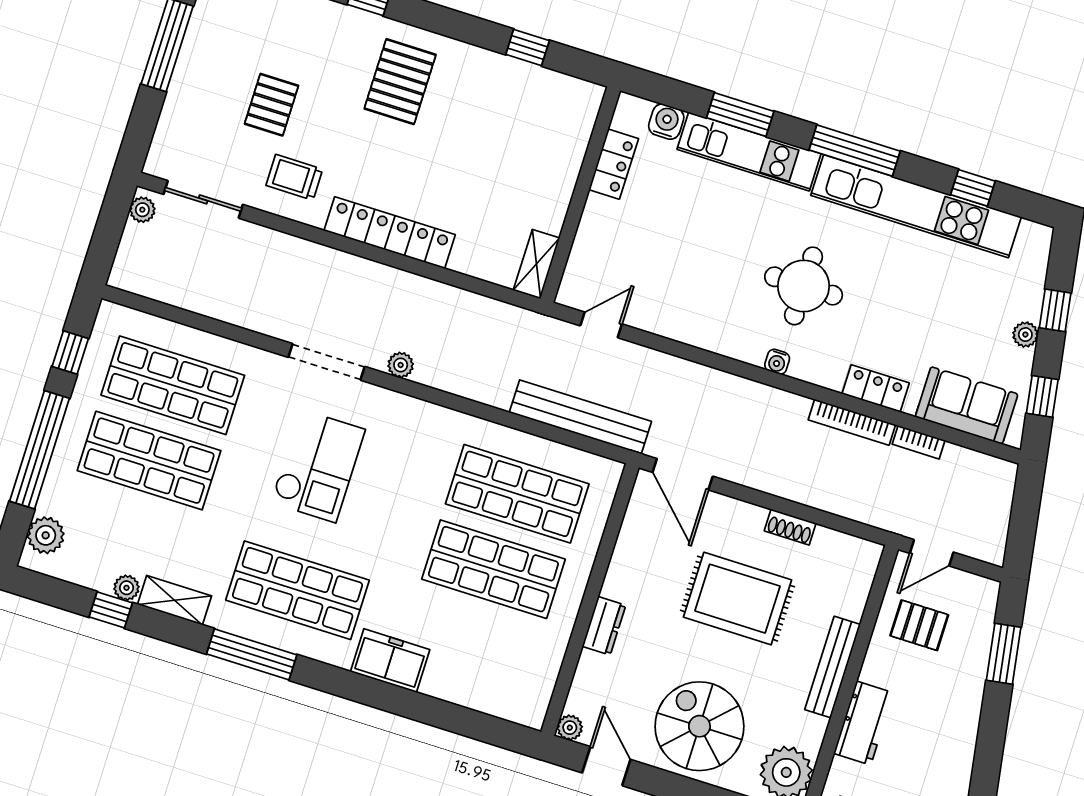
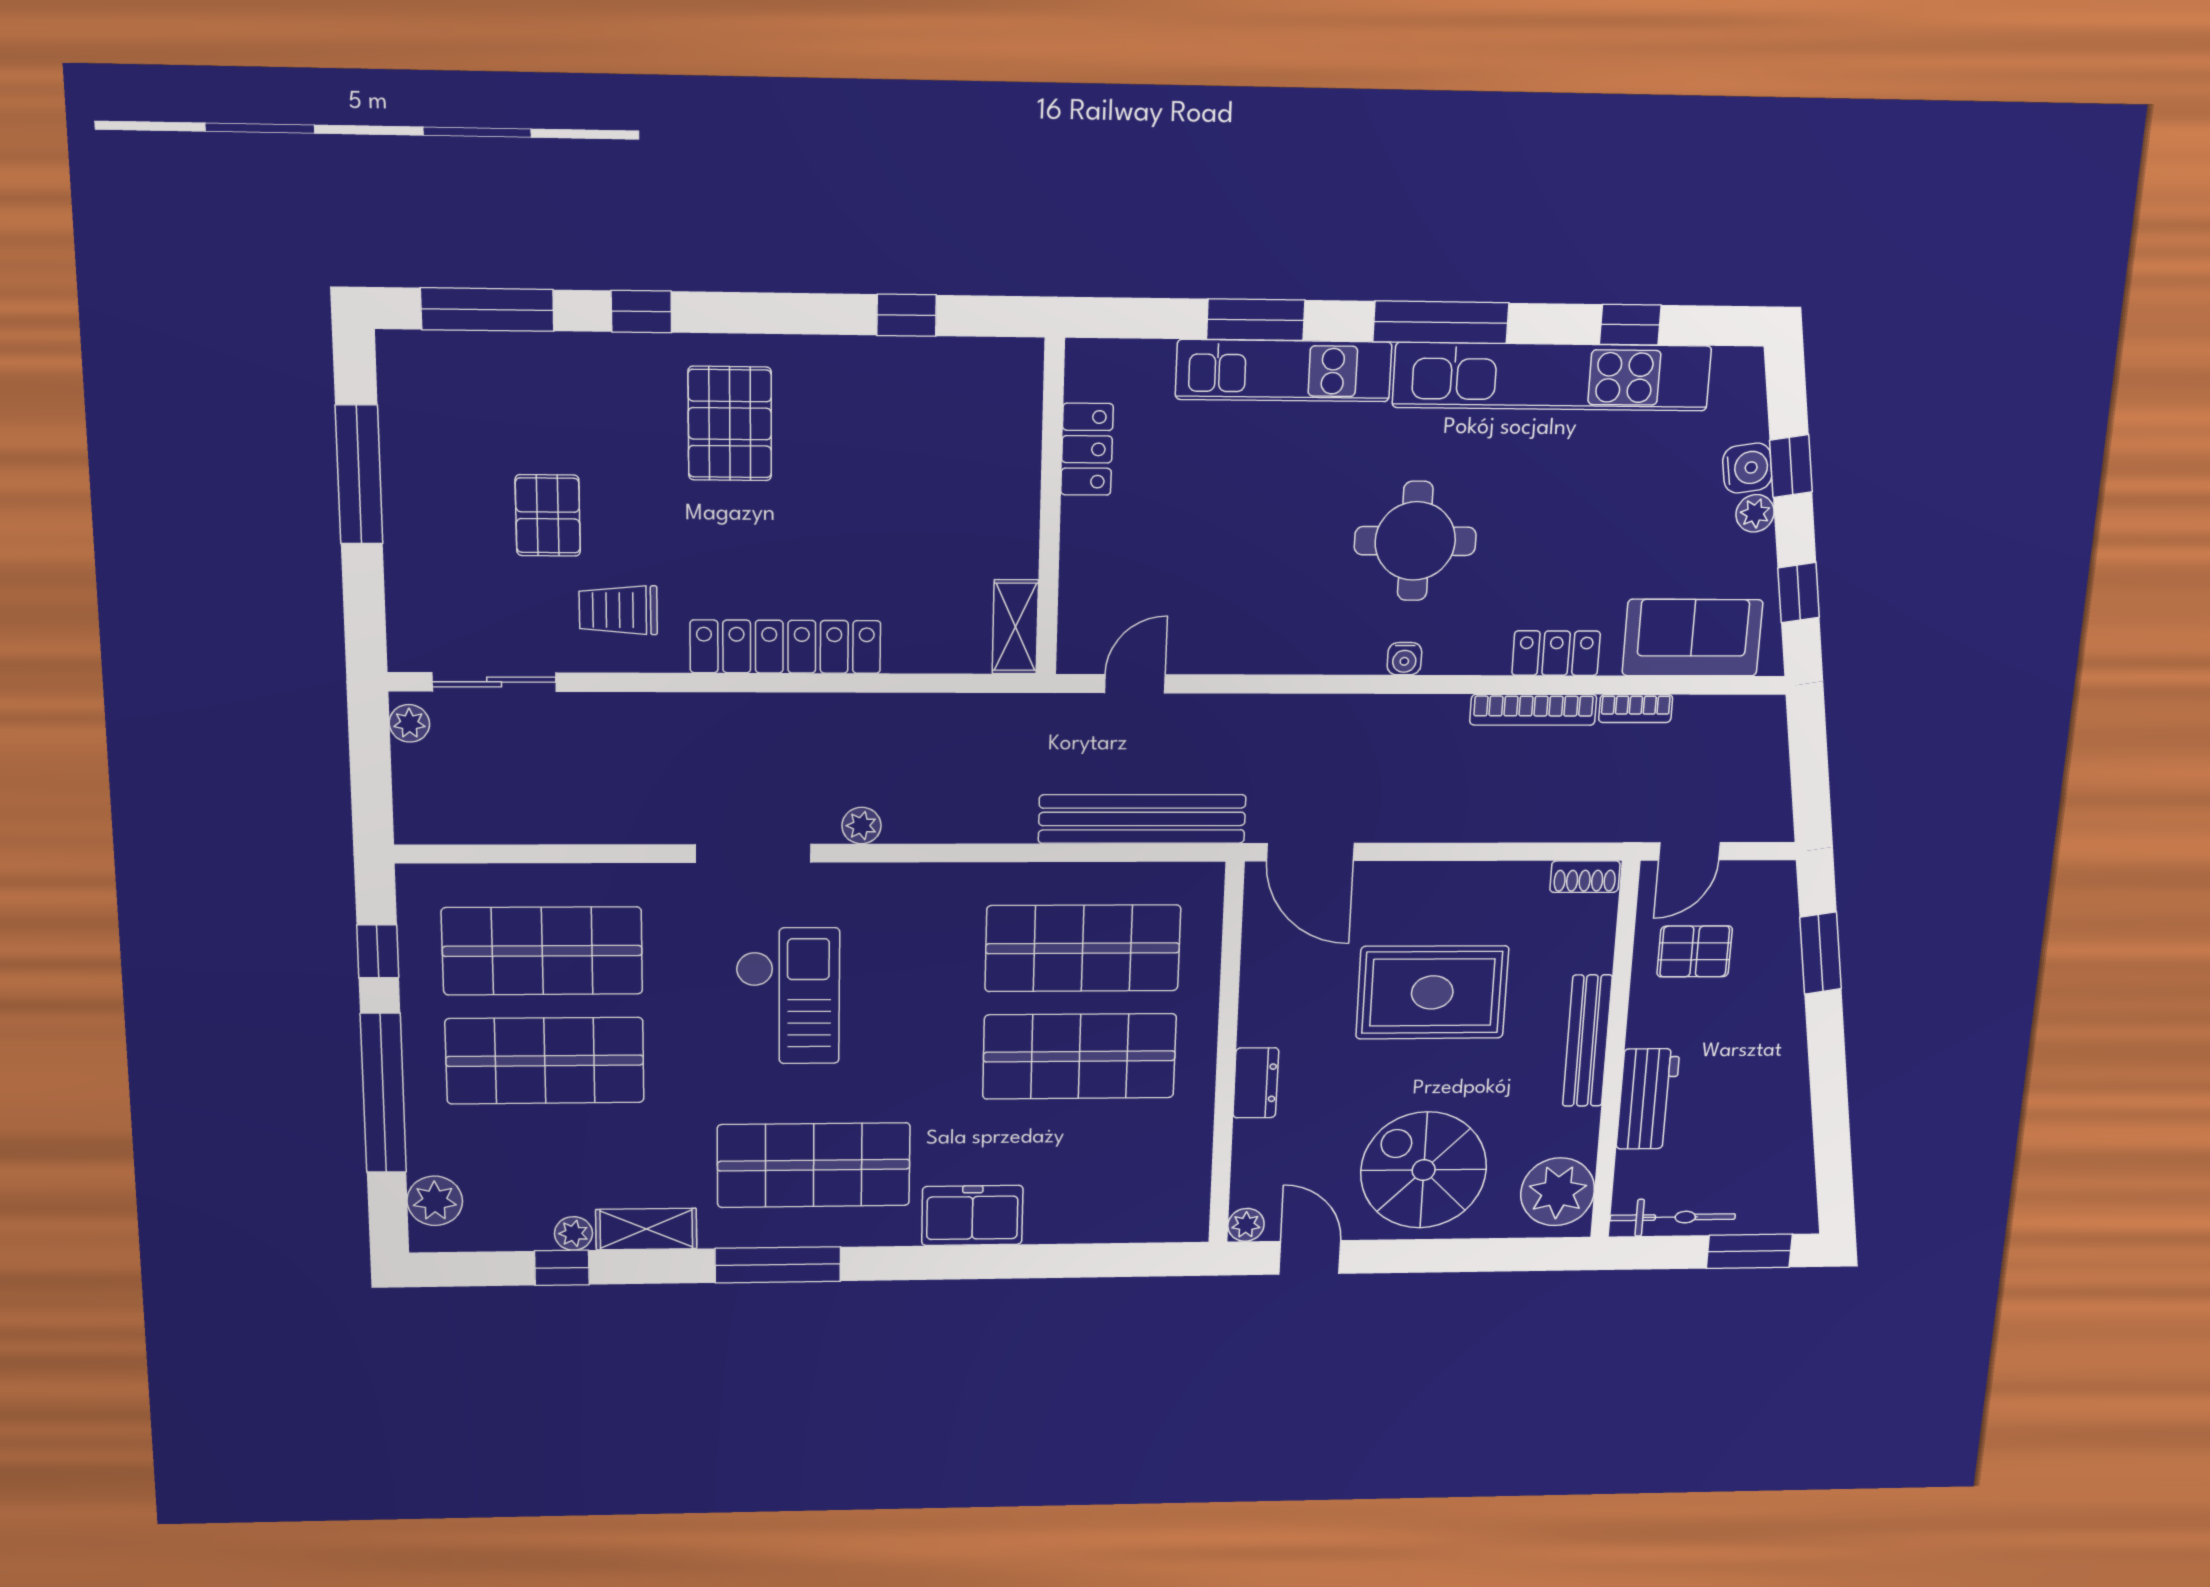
water cooler: (666, 122) -> (1747, 468), moved, turned 81
shoe rack: (790, 527) -> (1585, 877), moved

